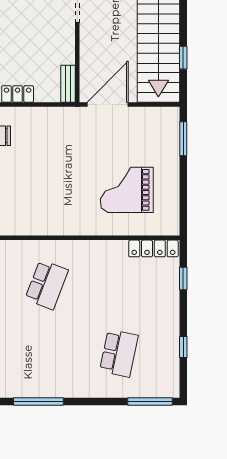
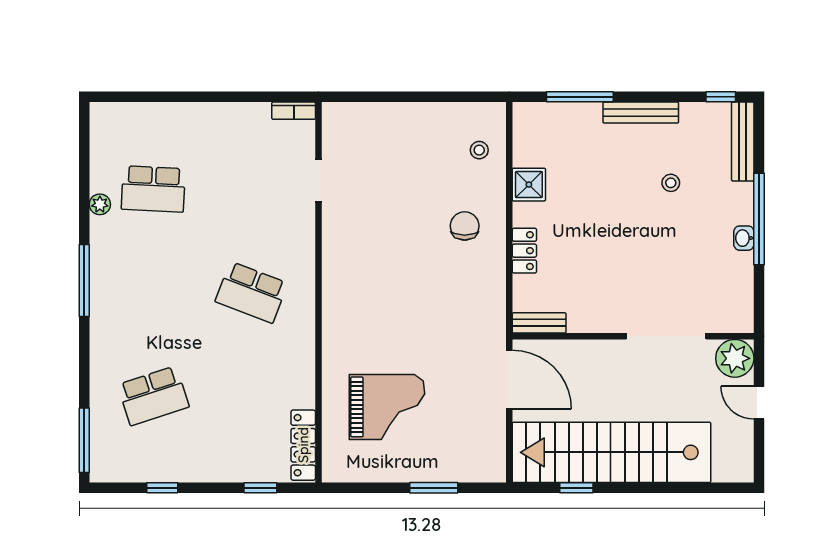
window: (183, 139) -> (434, 488), moved
grand piano: (127, 190) -> (387, 407), turned 90
school desk: (119, 353) -> (153, 396), turned -30

